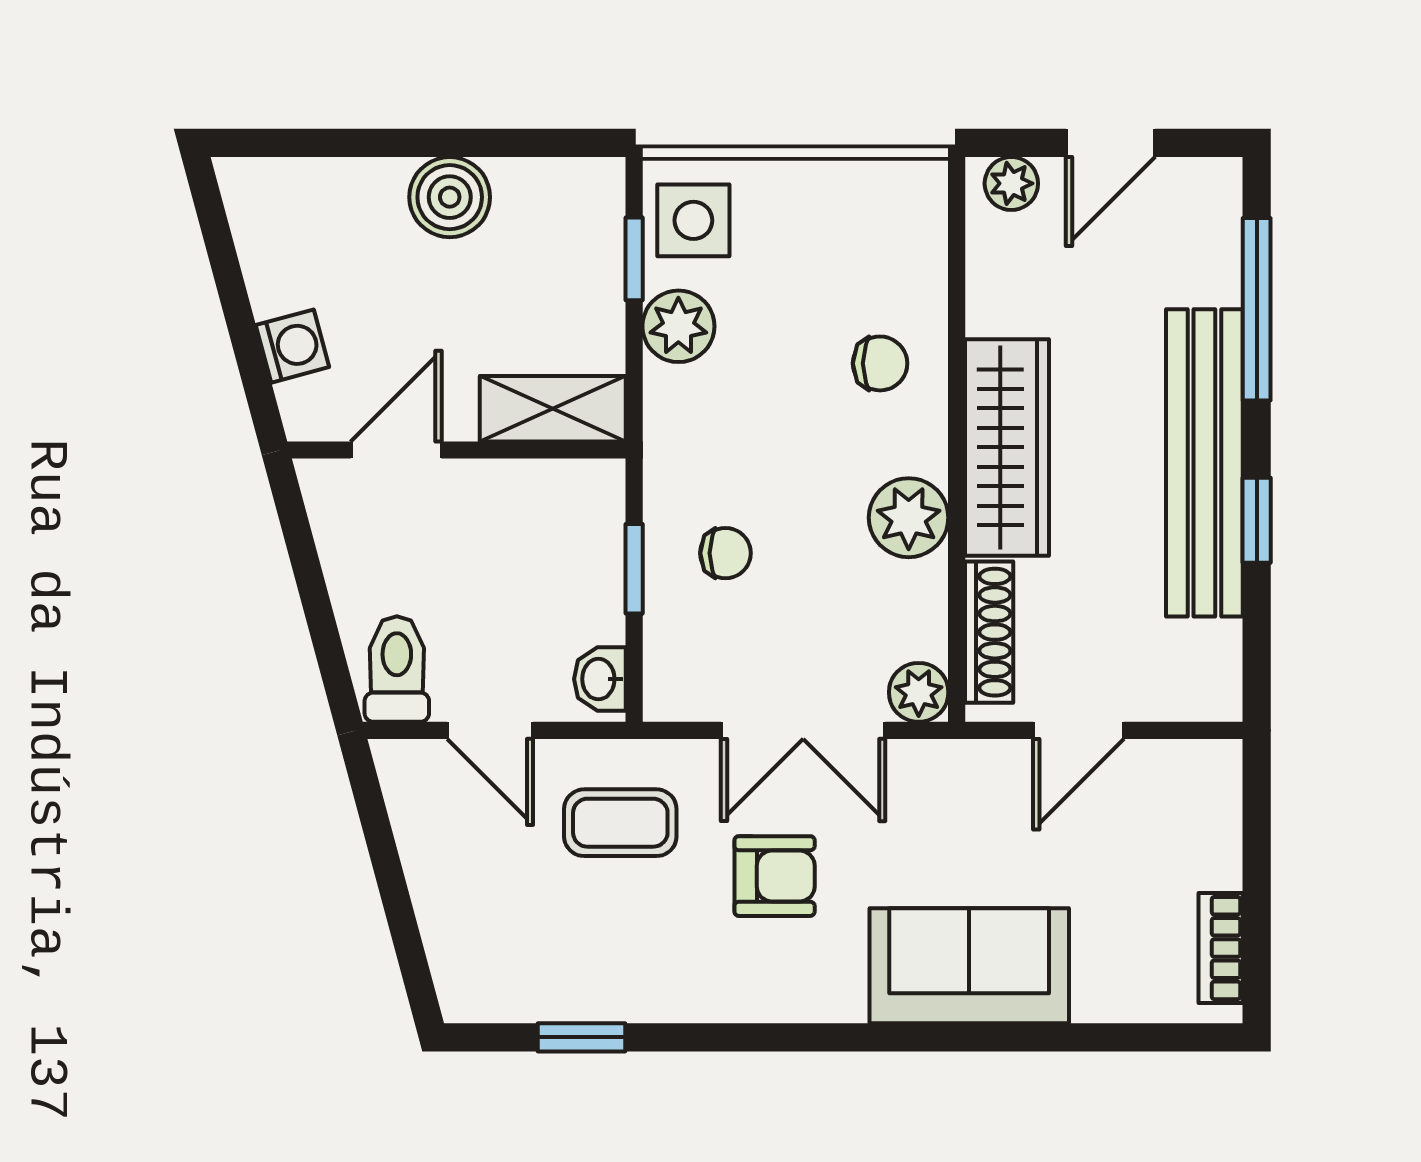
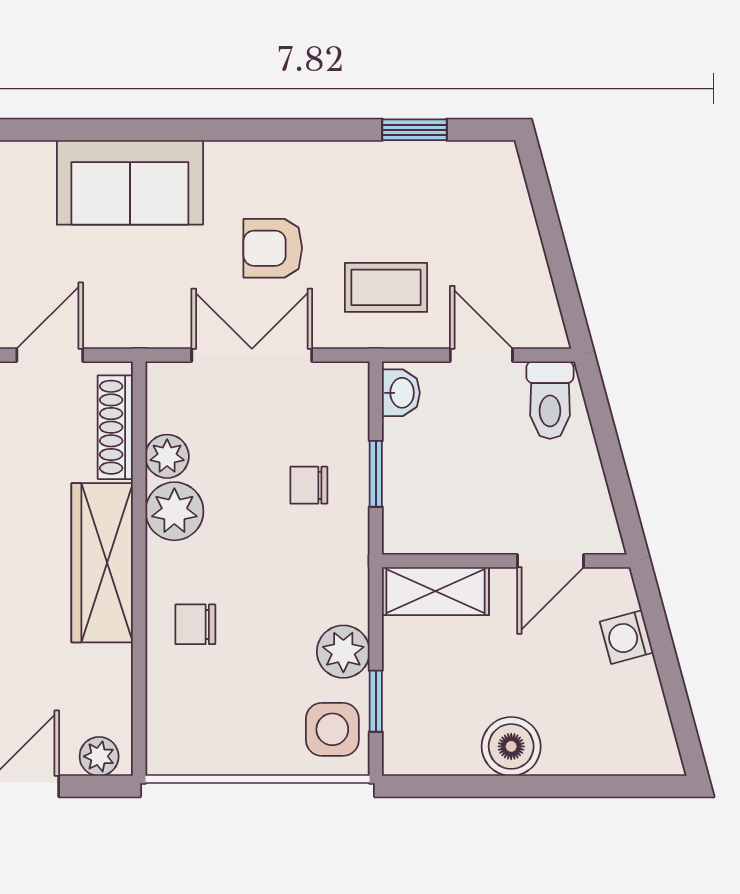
plant: (919, 692) -> (167, 456), moved

